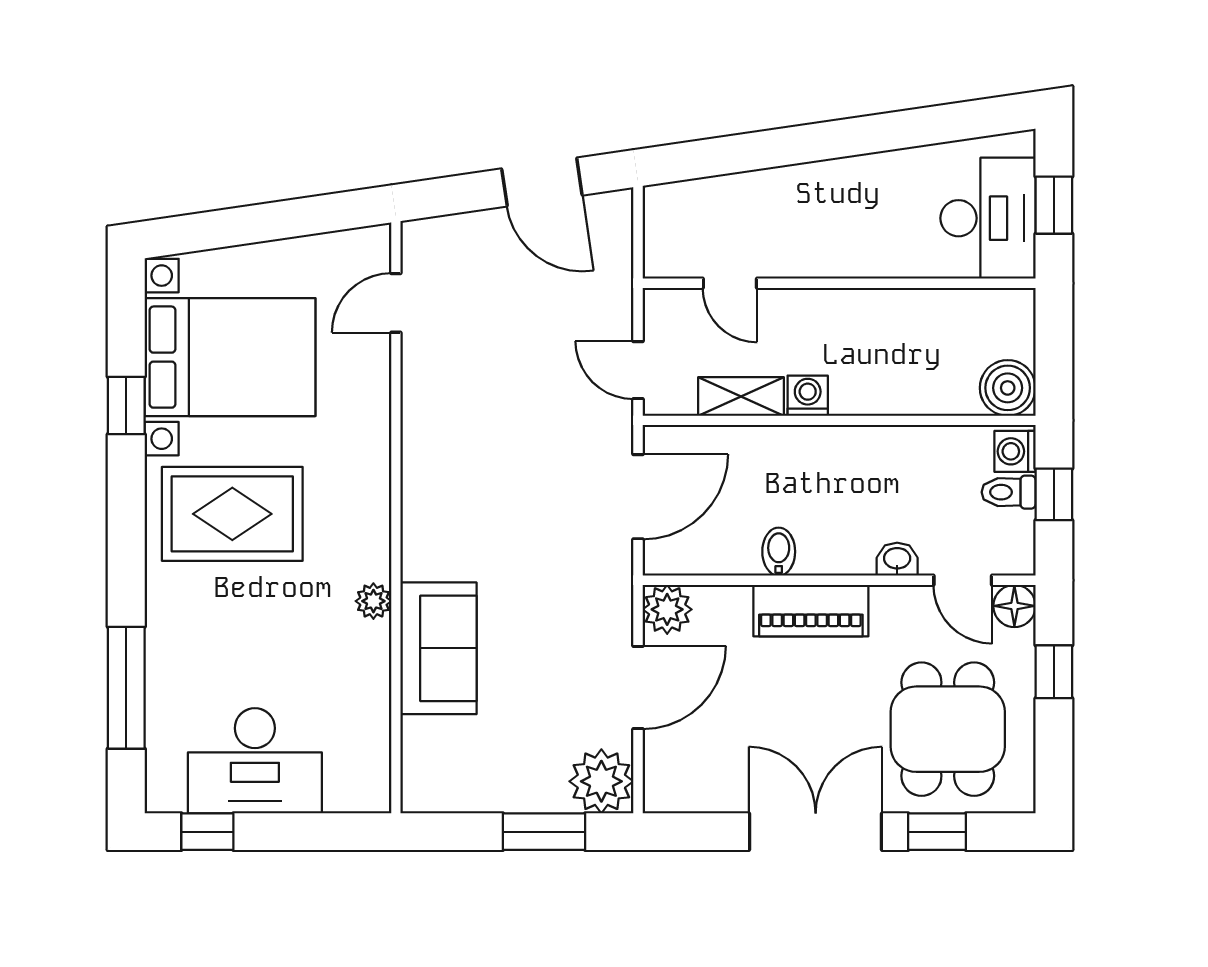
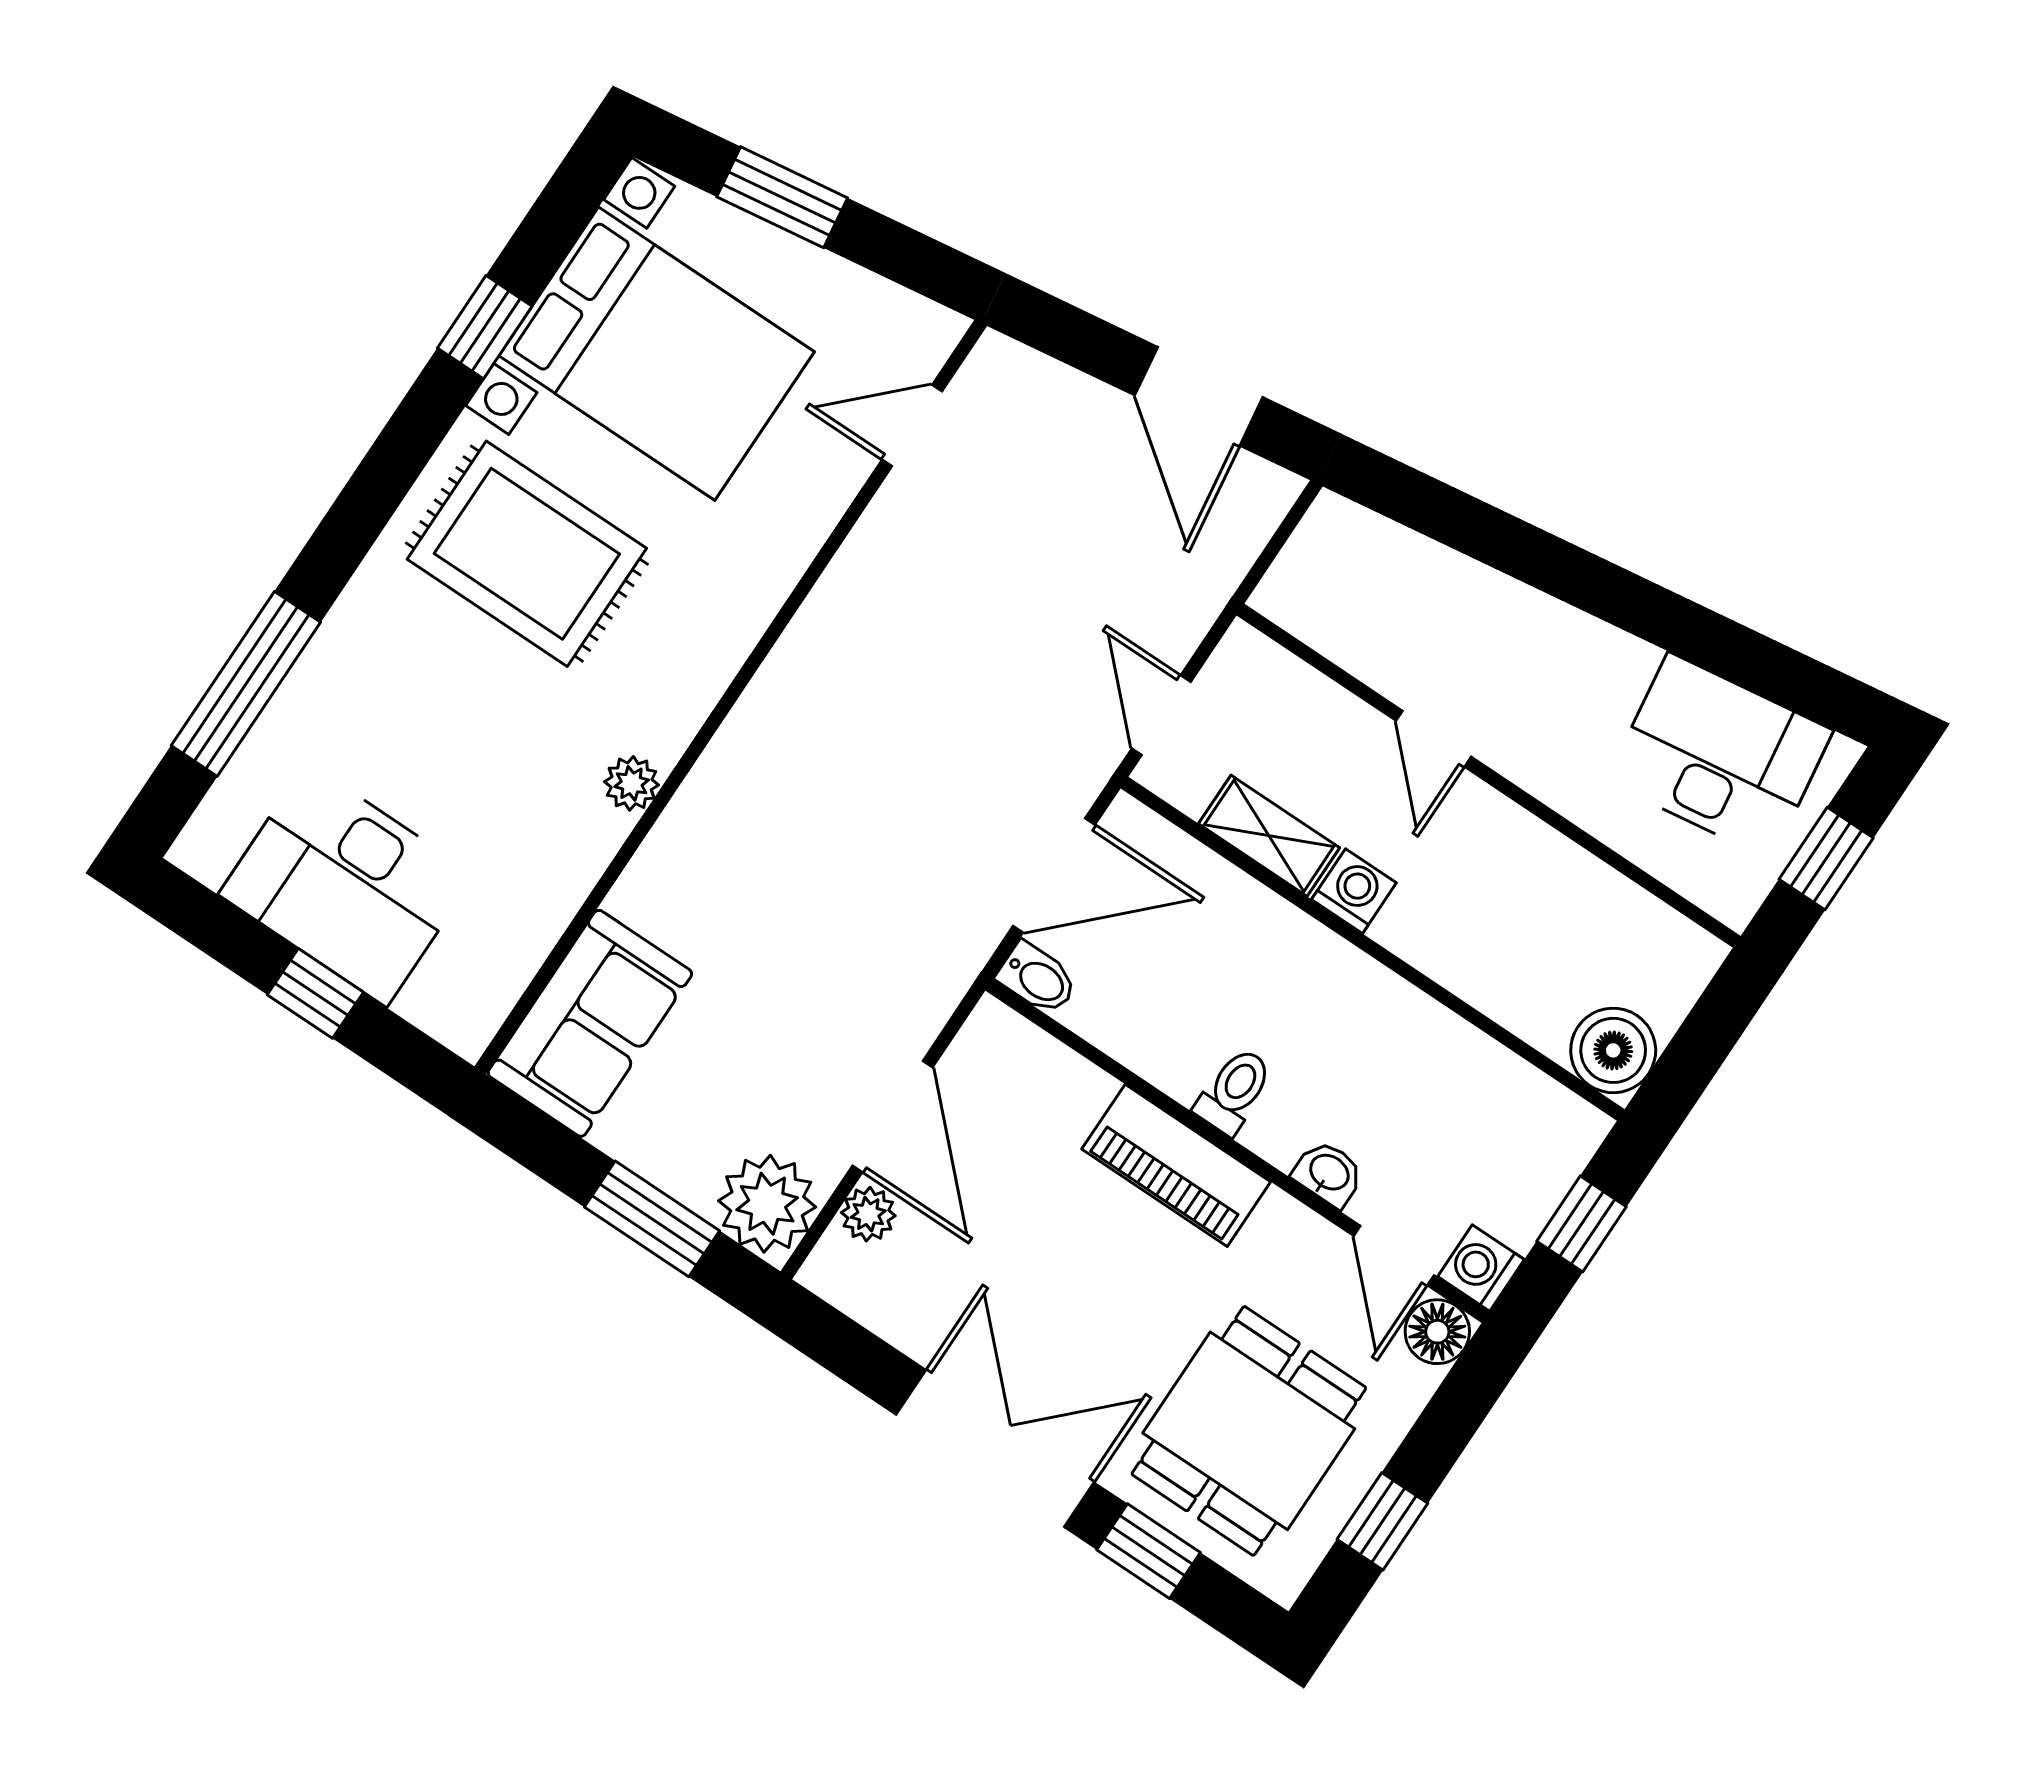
desk: (988, 218) -> (1720, 756), moved, turned -98
window: (241, 226) -> (782, 197), added
door: (730, 283) -> (1433, 739), moved
washing machine: (1015, 451) -> (1481, 1268), moved
toilet: (1009, 492) -> (1234, 1091), moved, turned 90
bidet: (779, 552) -> (1037, 979), moved, turned 90
plant: (667, 609) -> (868, 1214), moved, width x0.73, depth x0.73
sofa: (439, 648) -> (590, 1023), moved
window: (1054, 672) -> (1382, 1521), moved
door: (638, 688) -> (893, 1116), hinge flipped
window: (207, 832) -> (315, 993), moved

